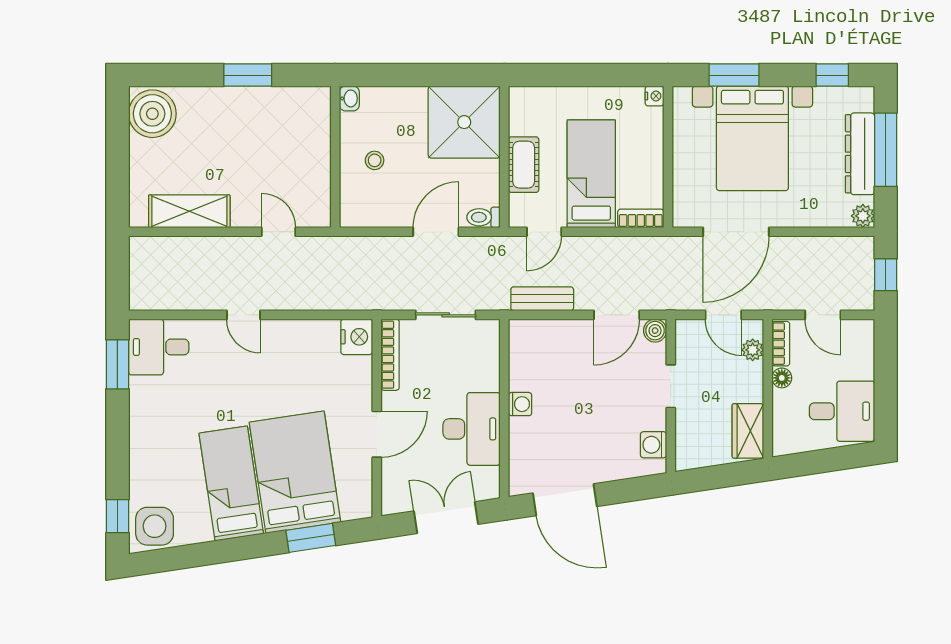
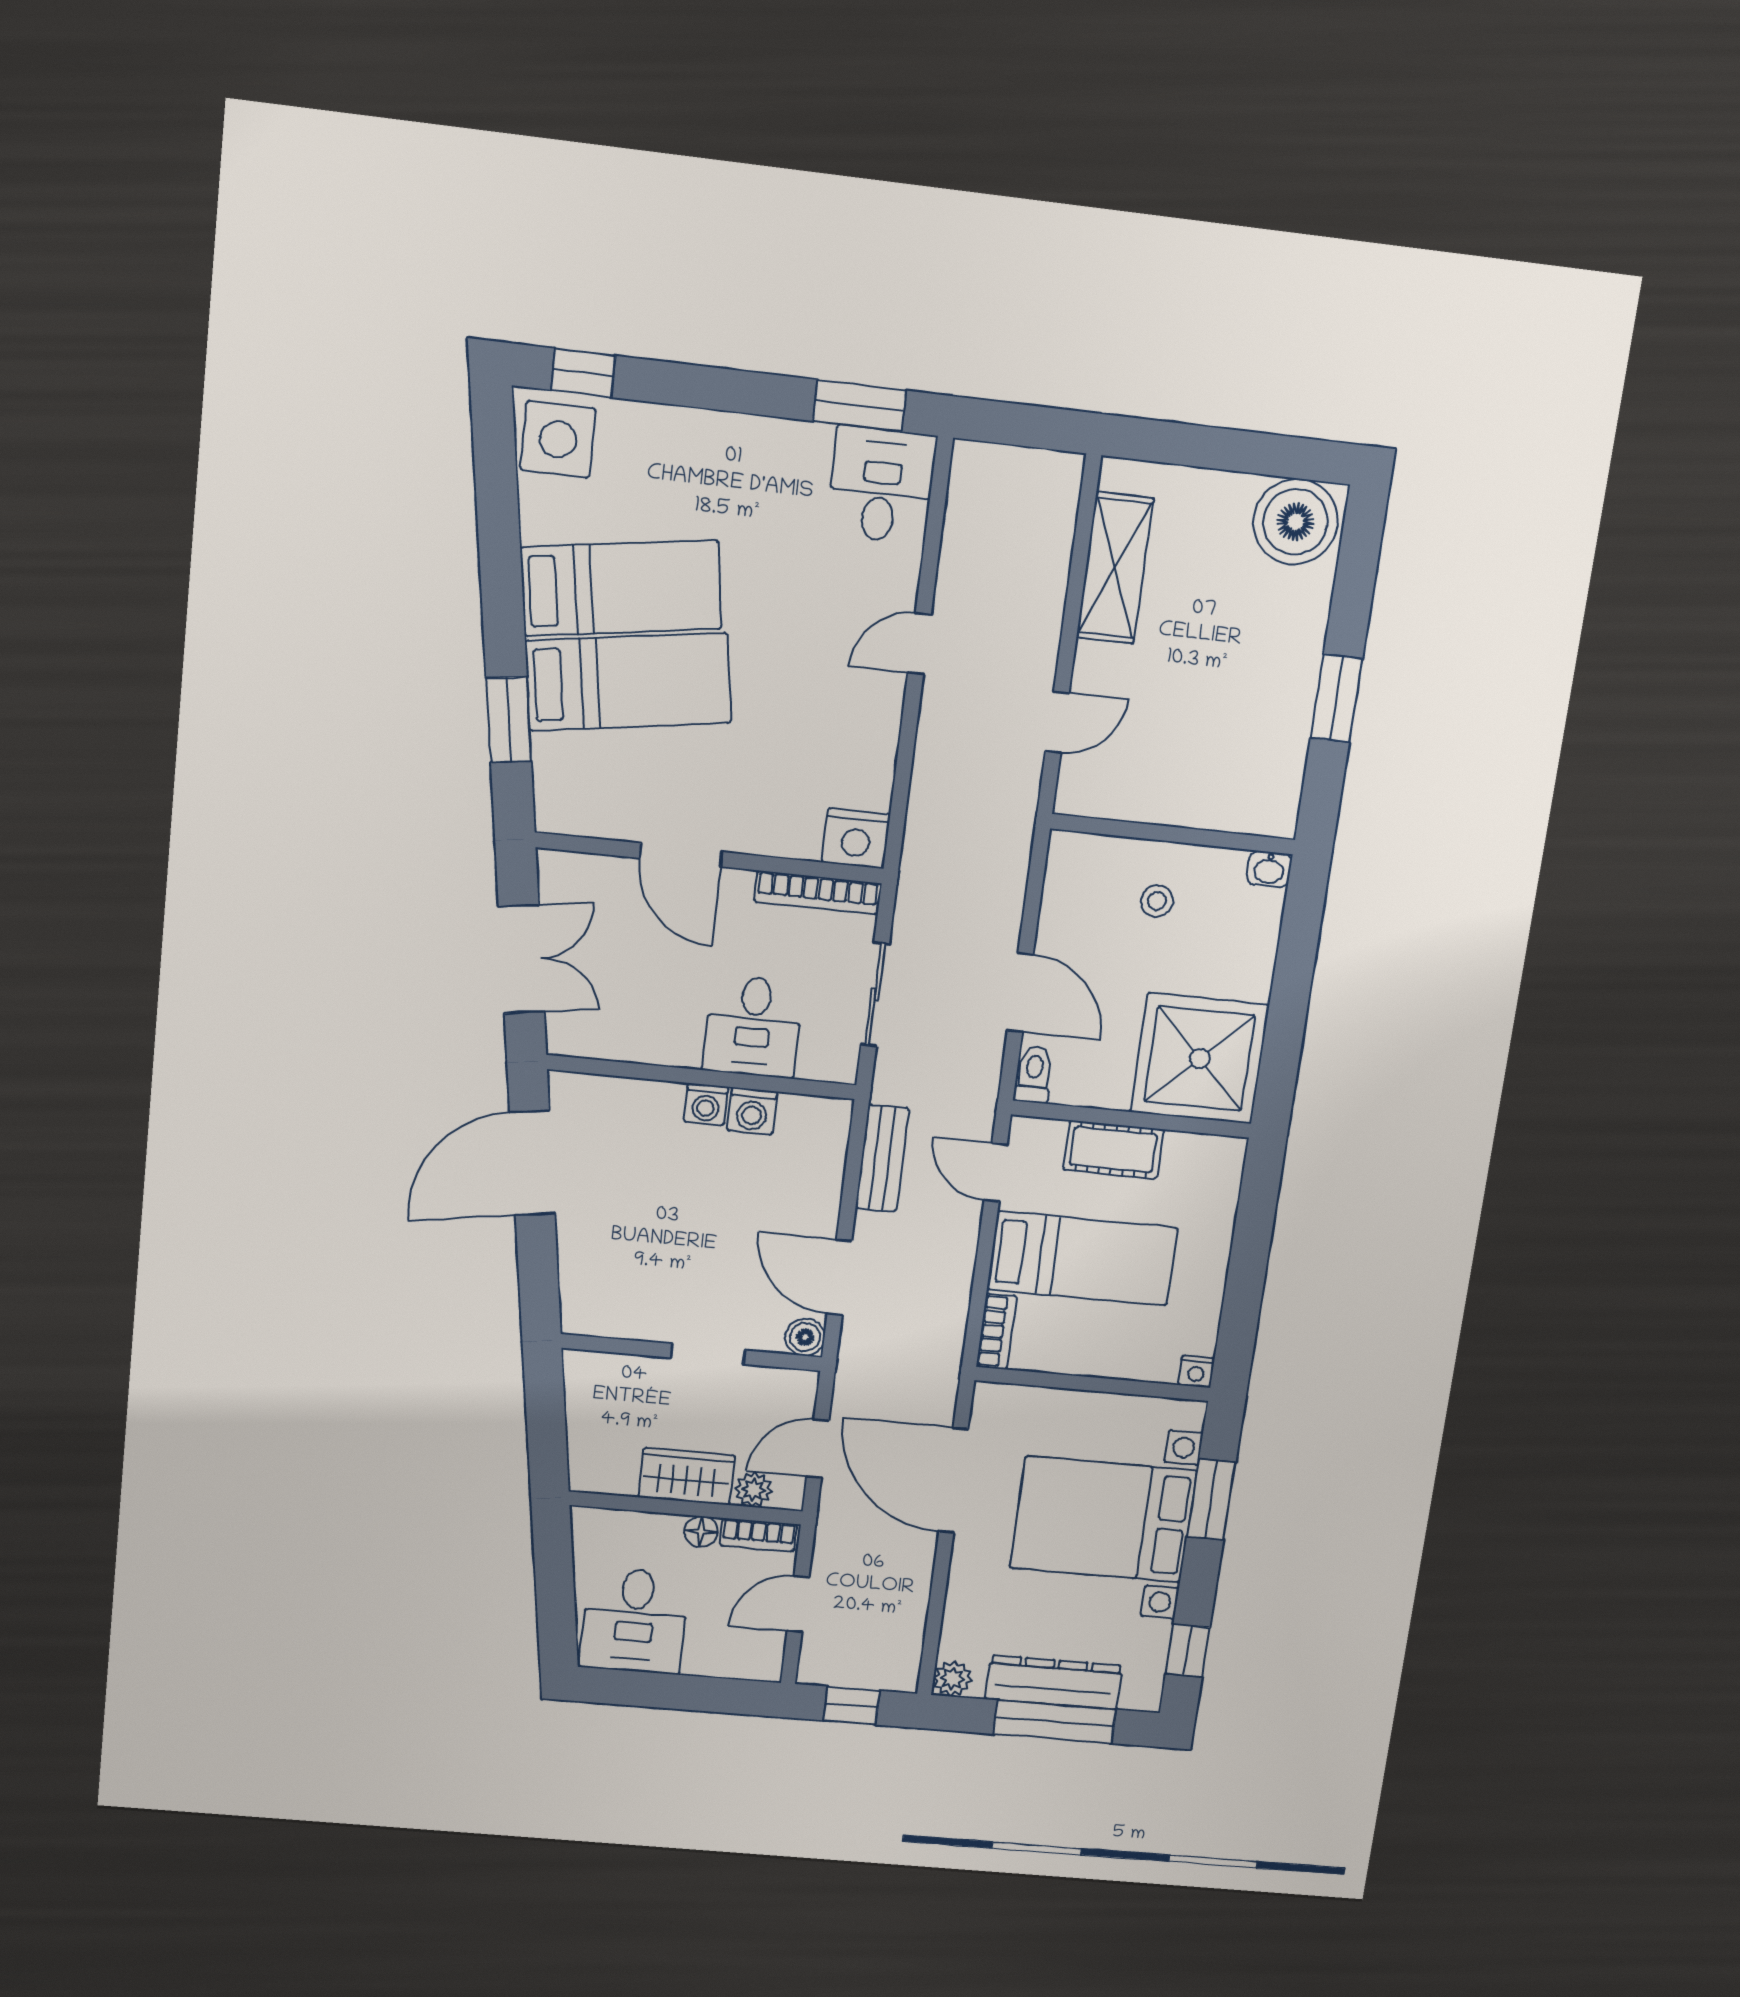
desk: (472, 429) -> (753, 1026), moved, width x0.73
wardrobe: (748, 431) -> (687, 1476), moved
washing machine: (653, 445) -> (752, 1111), moved, turned 180
bed: (295, 472) -> (628, 682), width x0.67

